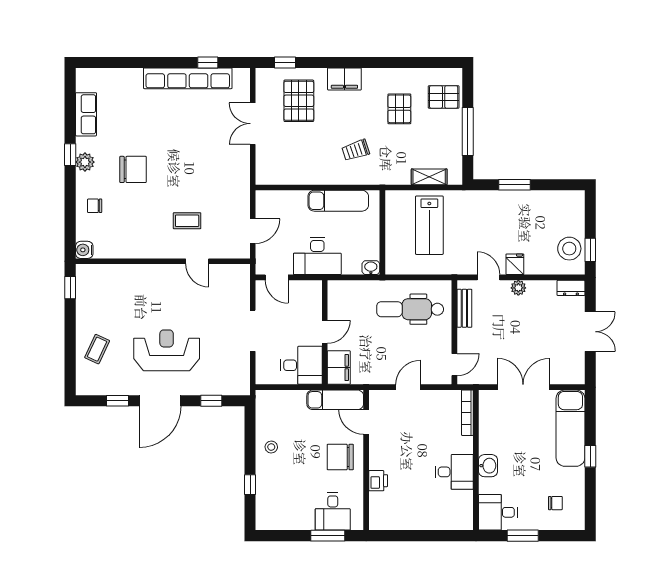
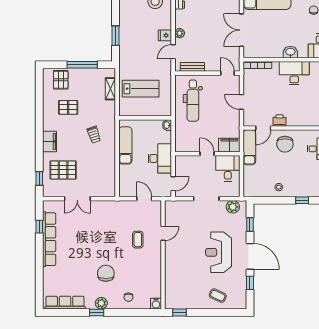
row of seats: (86, 114) -> (65, 303), width x1.48
plant: (240, 373) -> (233, 207), added
desk: (454, 472) -> (294, 73), width x1.37
printer: (378, 481) -> (280, 121), moved

